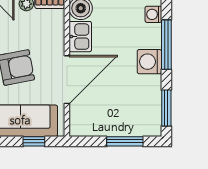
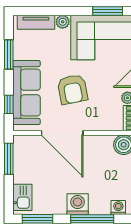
kitchen sink: (80, 37) -> (22, 197), moved, turned -90
window: (125, 141) -> (9, 159), moved

